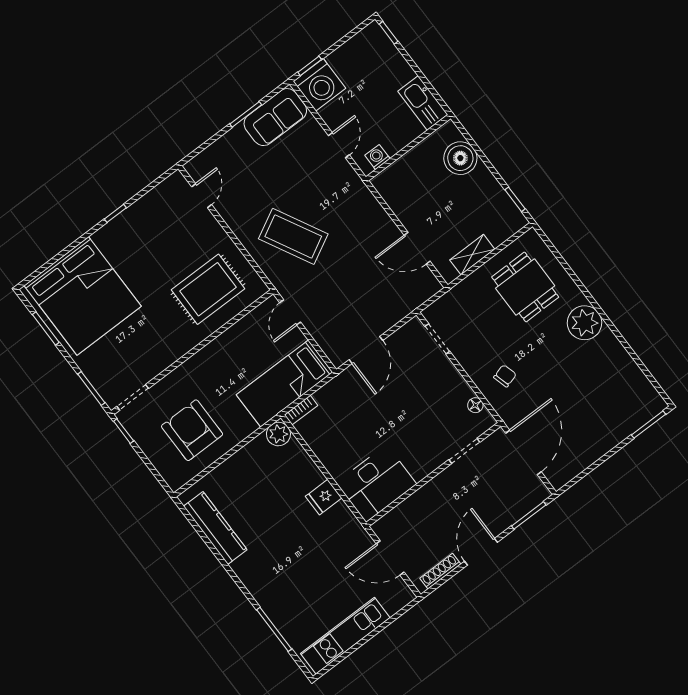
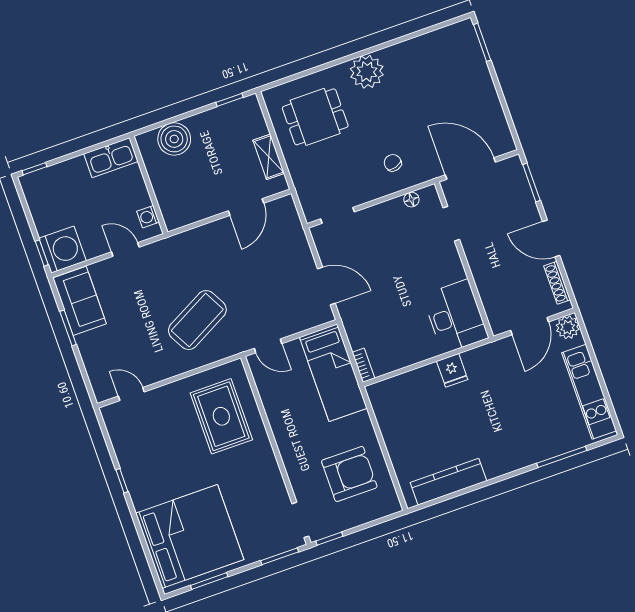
armchair: (192, 430) -> (349, 474), turned 180
plant: (278, 434) -> (568, 327), moved

